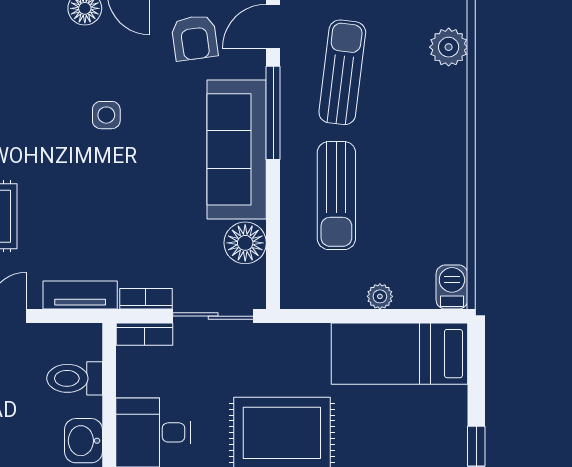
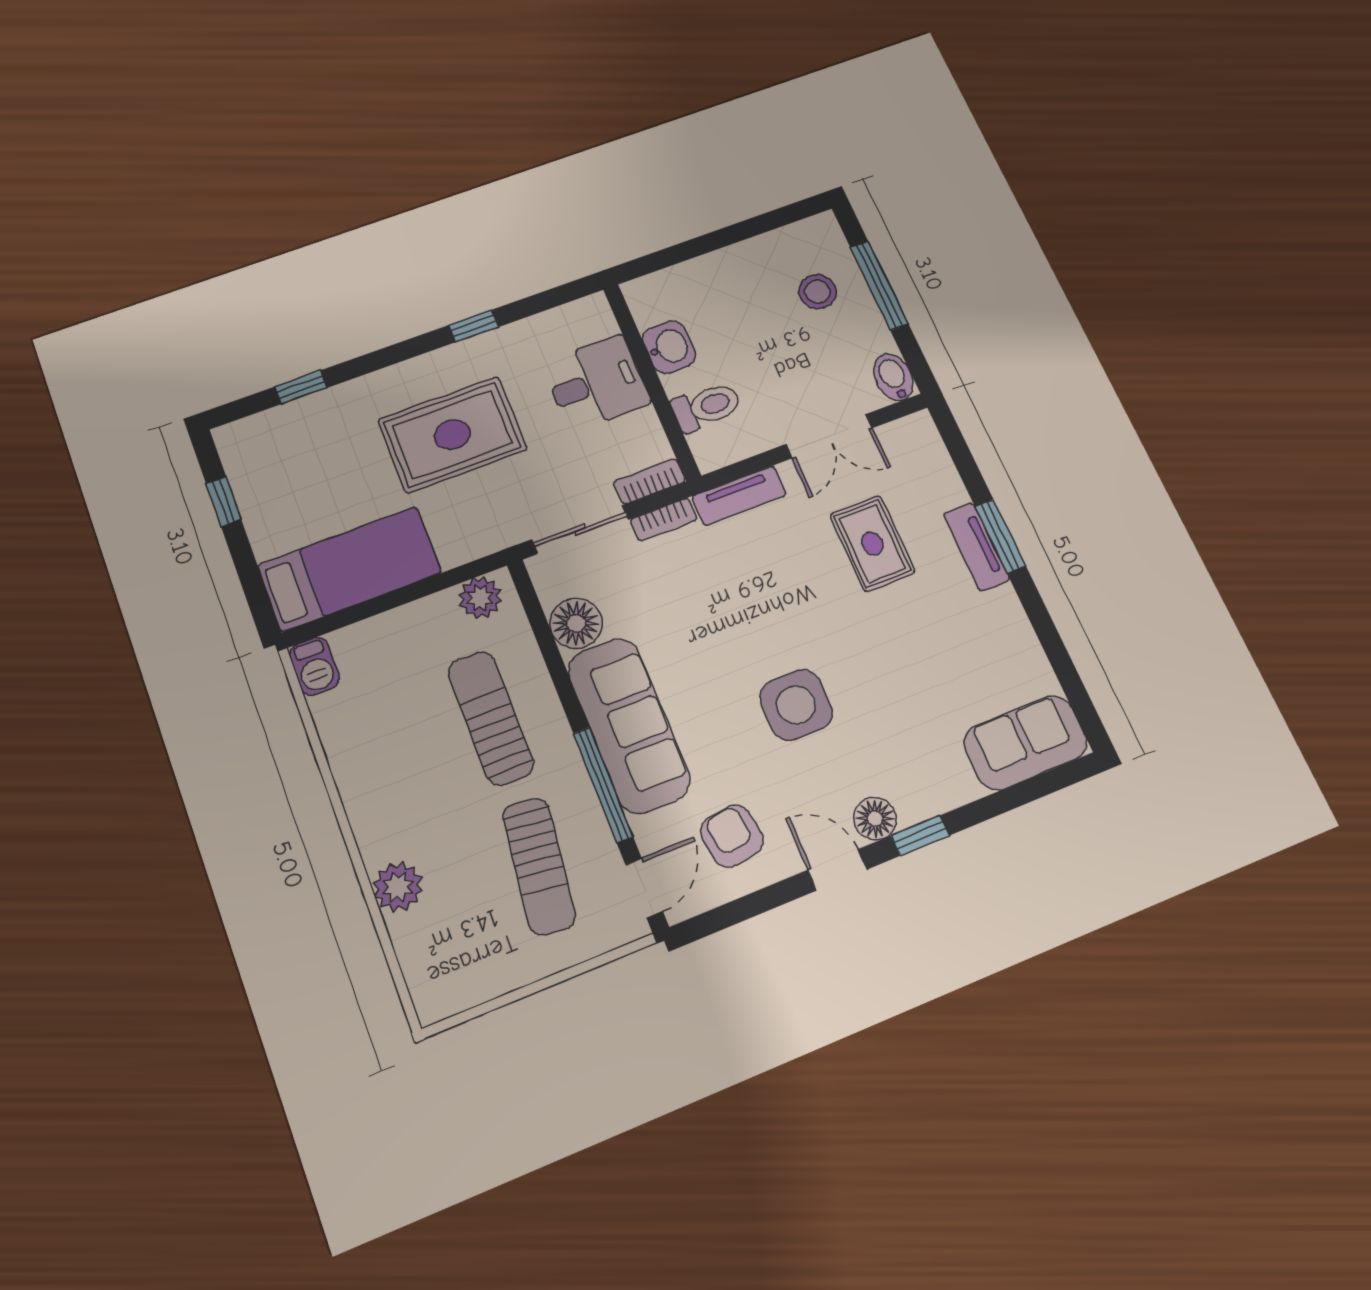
plant: (449, 47) -> (398, 887), moved
side table: (106, 115) -> (796, 705), width x1.87, depth x1.87
plant: (380, 296) -> (480, 598), moved, width x1.38, depth x1.38

